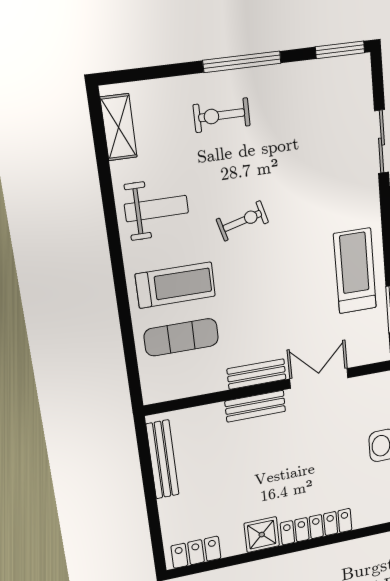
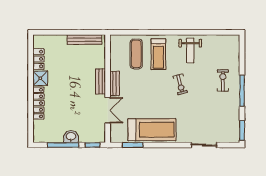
shelving: (119, 127) -> (223, 40), removed
treadmill: (355, 271) -> (152, 130), width x1.37, depth x1.38
locker: (196, 552) -> (39, 59), moved

